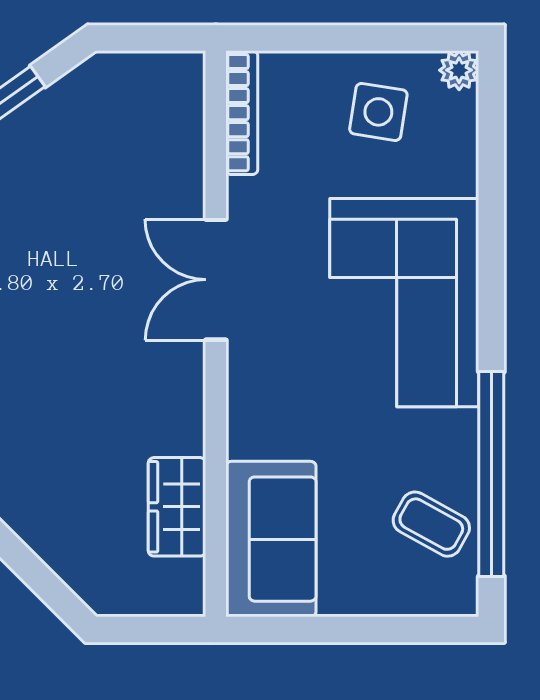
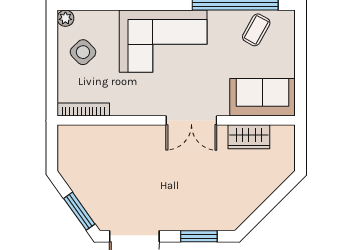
side table: (378, 112) -> (83, 52), turned 37
double door: (216, 280) -> (191, 120), moved

